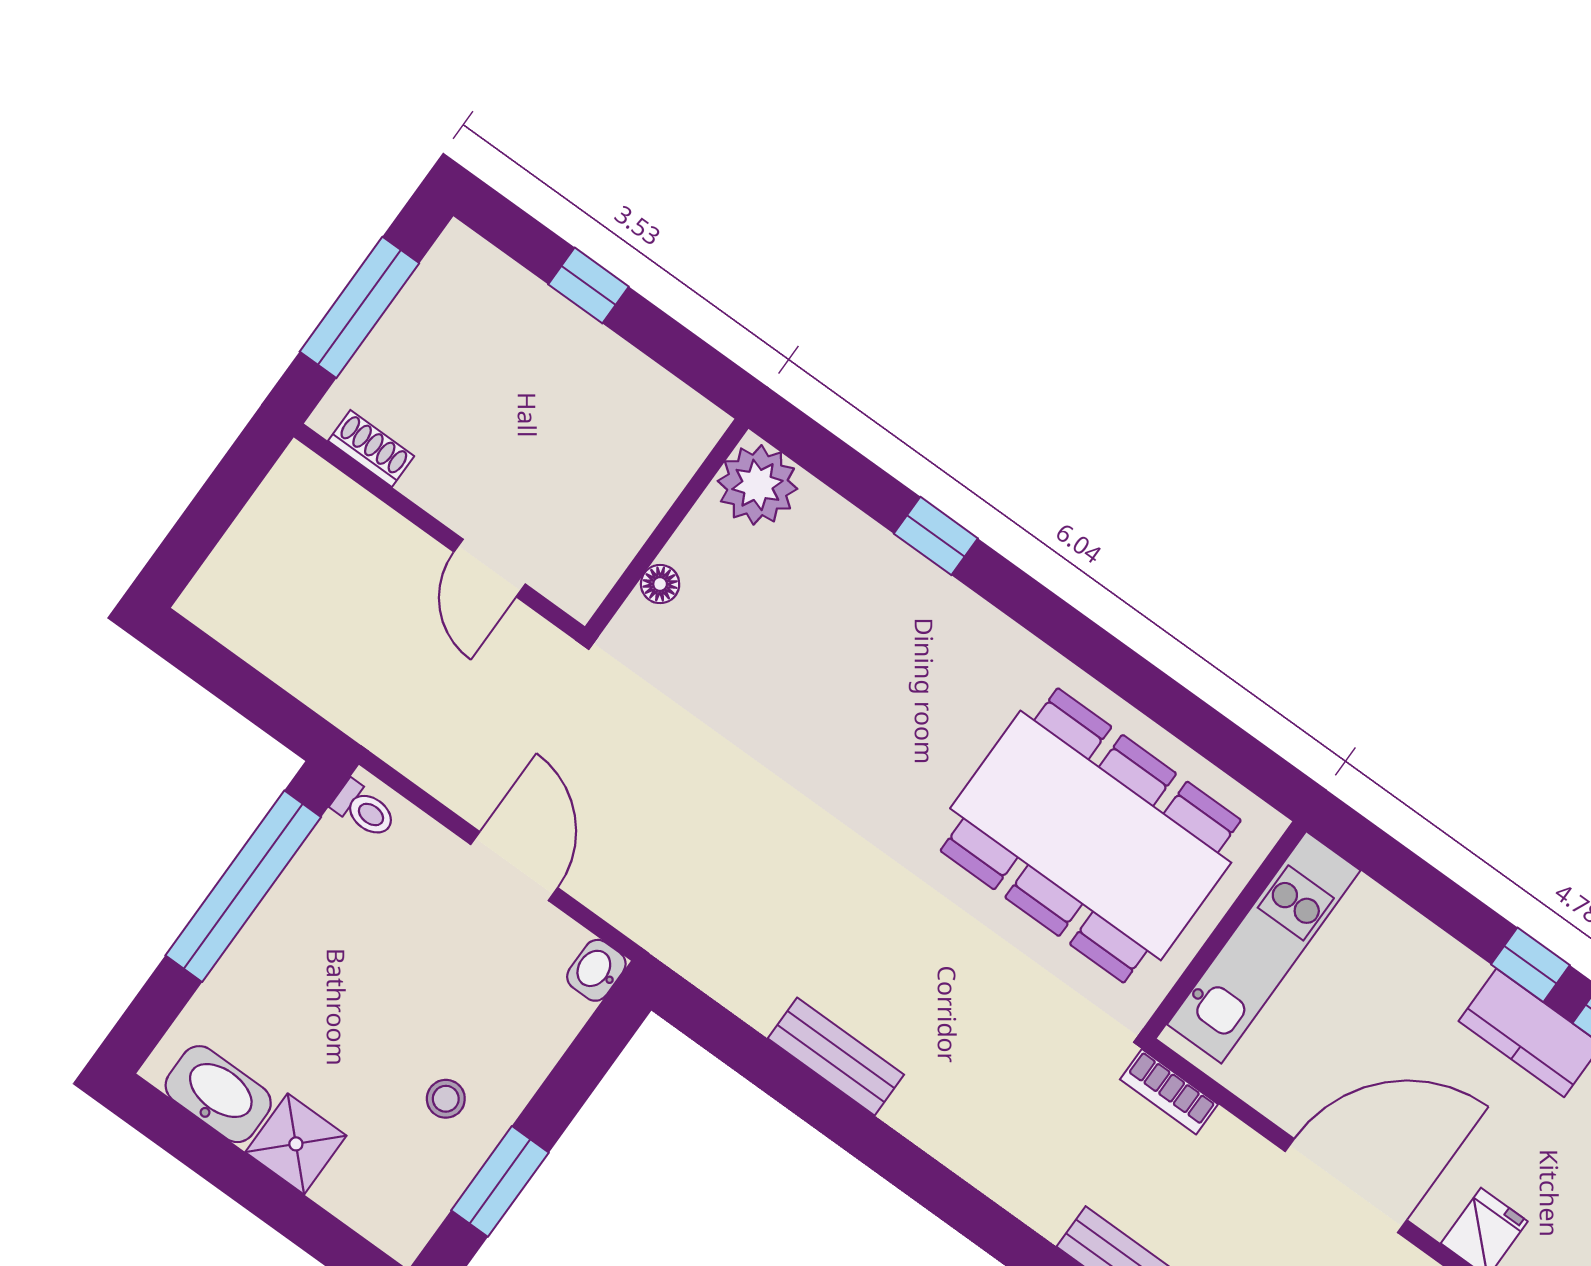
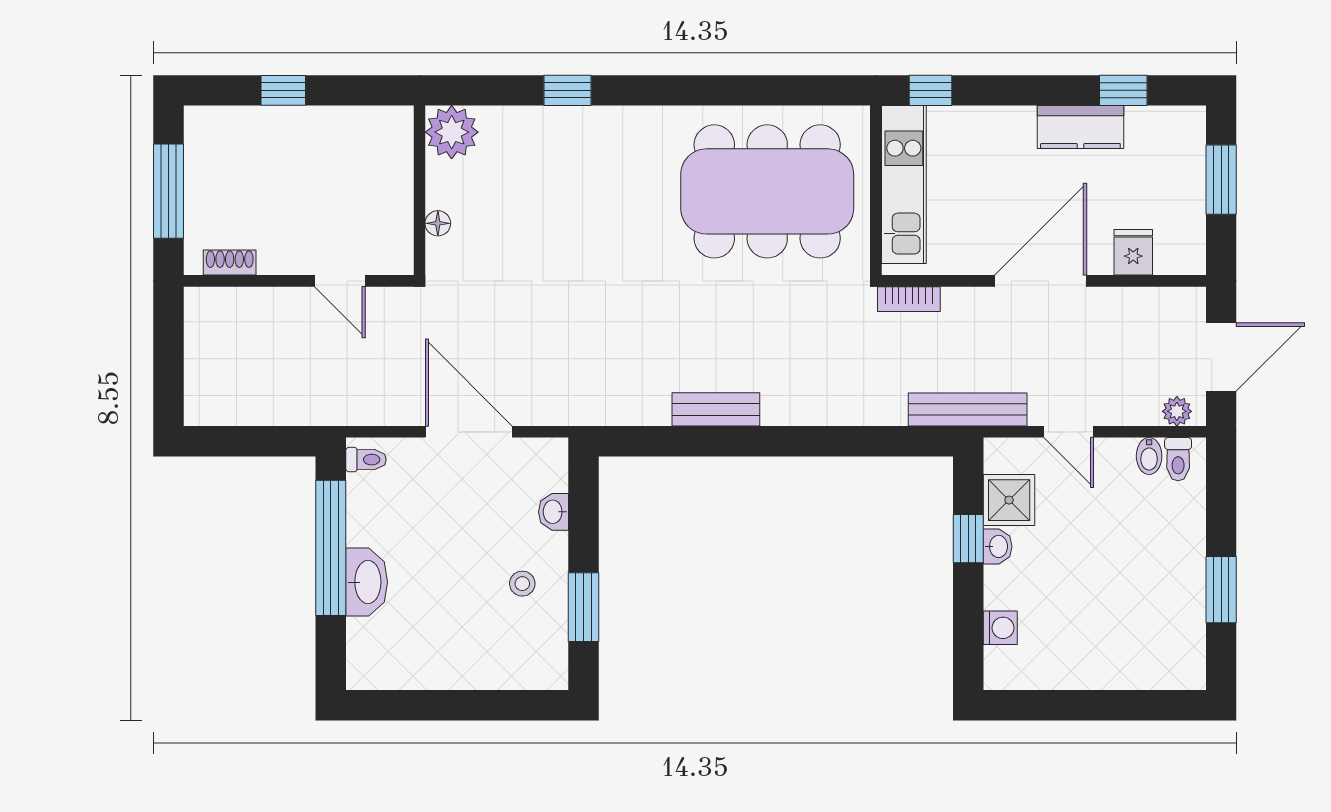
door: (514, 866) -> (469, 432), width x1.36
window: (1530, 965) -> (931, 90), moved
washbasin: (596, 970) -> (553, 512), moved
washbasin: (218, 1094) -> (367, 582), moved, turned 90
shower: (296, 1144) -> (459, 666), removed

